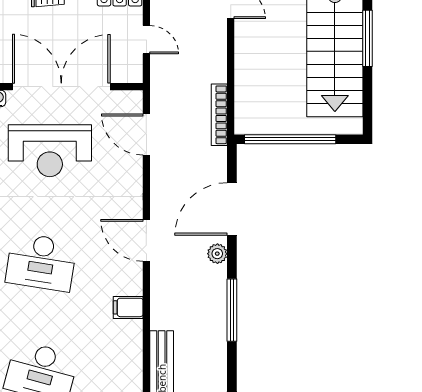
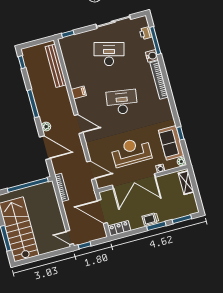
door: (146, 40) -> (102, 212), width x1.87
door: (232, 209) -> (45, 148), hinge flipped

